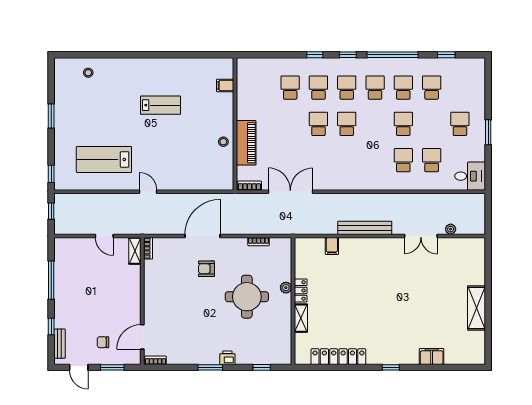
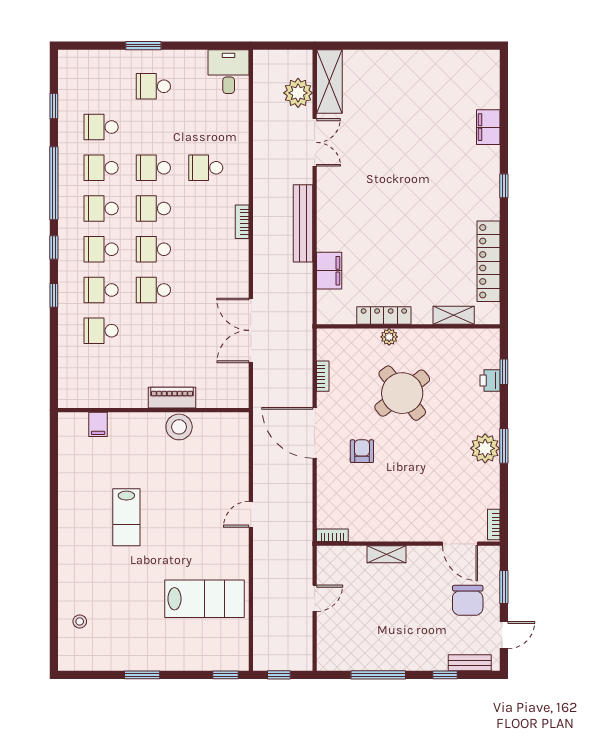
lab bench: (161, 105) -> (126, 517), turned 180
window: (488, 132) -> (143, 46), moved
stool: (223, 142) -> (179, 427), width x1.89, depth x1.89
piano: (246, 143) -> (172, 398), width x0.73, depth x0.75
lab bench: (104, 159) -> (205, 599), turned -90
school desk: (432, 160) -> (153, 208), moved
bookcase: (250, 186) -> (242, 222), moved
door: (148, 192) -> (251, 514), moved
plant: (451, 229) -> (298, 93), width x1.88, depth x1.88
door: (203, 236) -> (315, 433), moved
filing cabinet: (332, 246) -> (329, 271), width x2.00
shelving: (135, 251) -> (386, 554), moved
armchair: (206, 269) -> (362, 451), turned 180
locker: (301, 290) -> (384, 316), width x1.53
round table: (247, 297) -> (402, 393), turned -38
shelving: (476, 308) -> (329, 82), moved, turned 90
shelving: (301, 318) -> (454, 315), moved
chair: (103, 342) -> (468, 600), width x1.87, depth x1.87
plant: (208, 354) -> (485, 448), added
printer: (227, 358) -> (490, 381), moved

